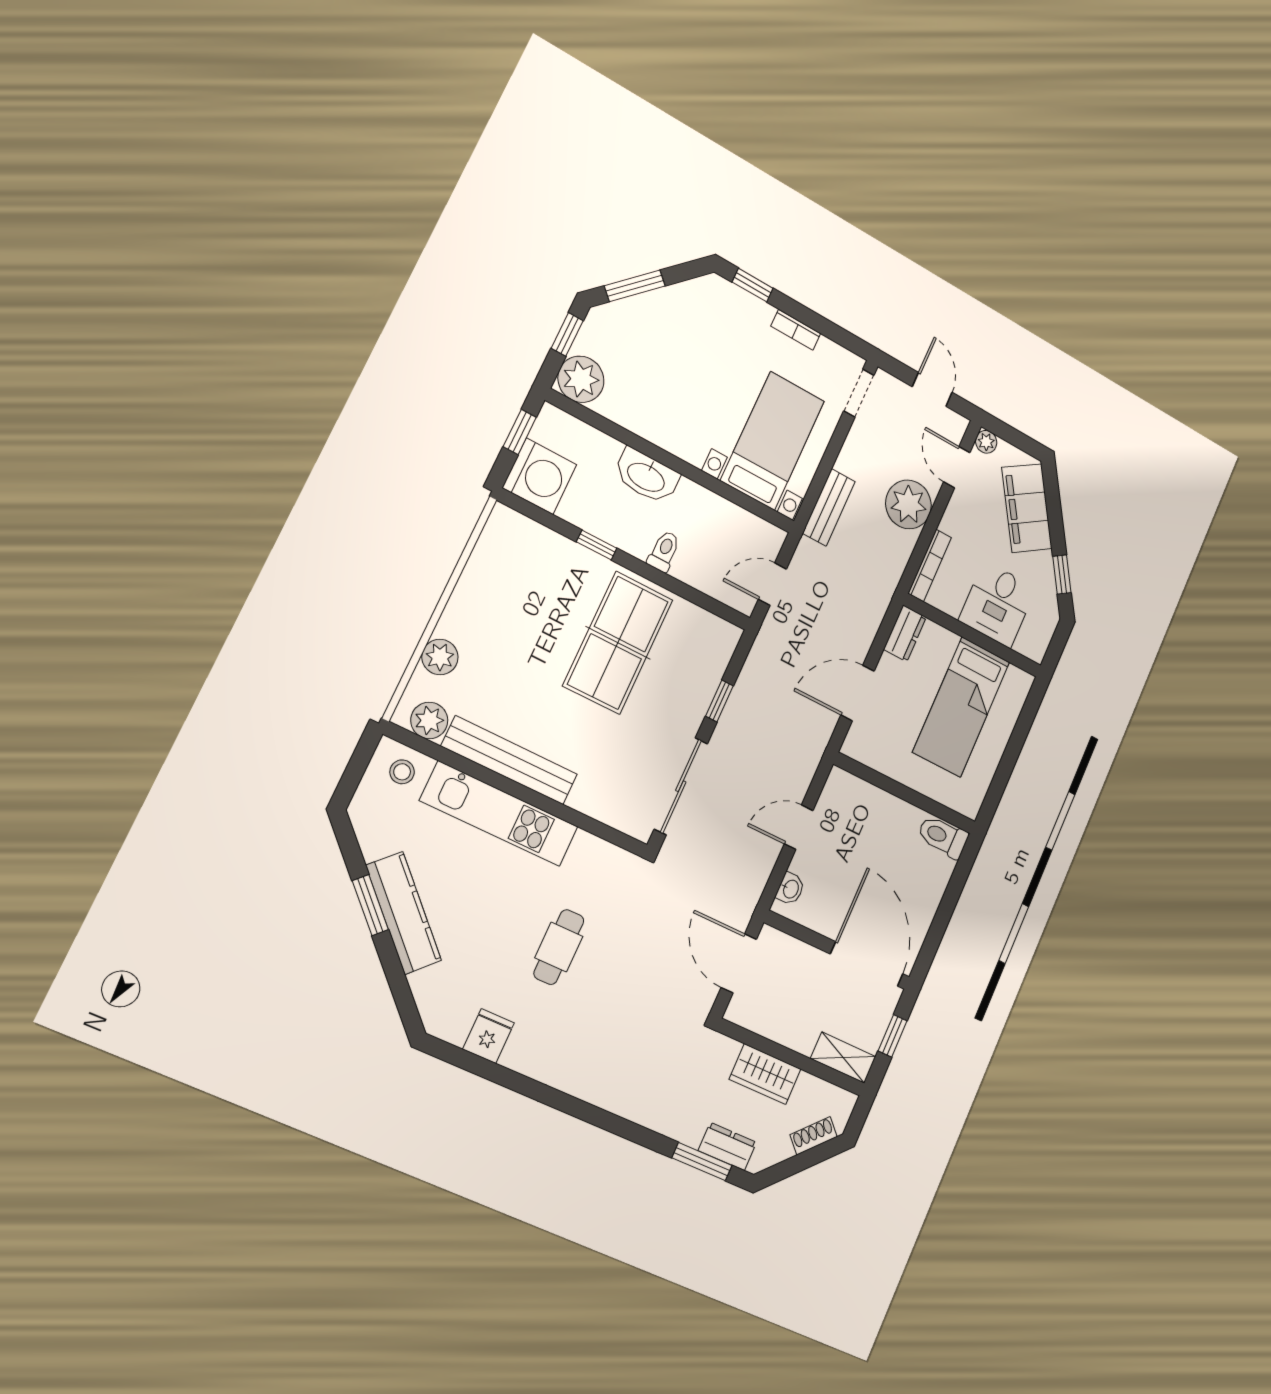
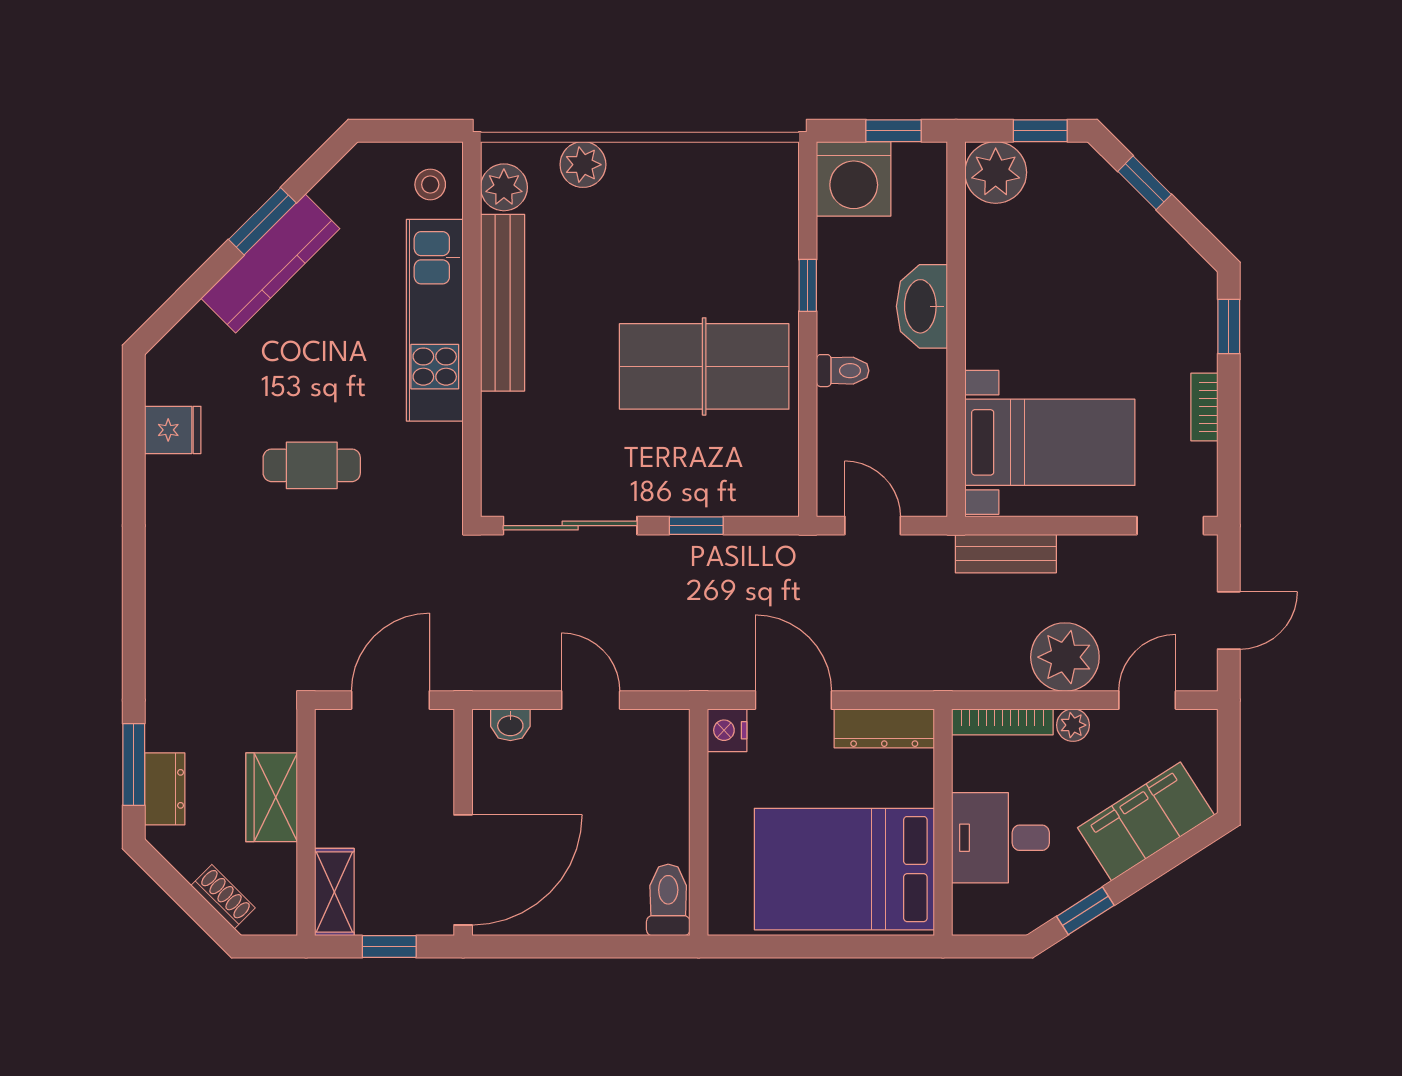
window: (635, 286) -> (1145, 183), width x0.67
plant: (986, 442) -> (1073, 725), moved
dresser: (905, 633) -> (884, 728), width x1.44
bed: (961, 707) -> (844, 869), width x1.50
nightstand: (857, 746) -> (727, 730), added

